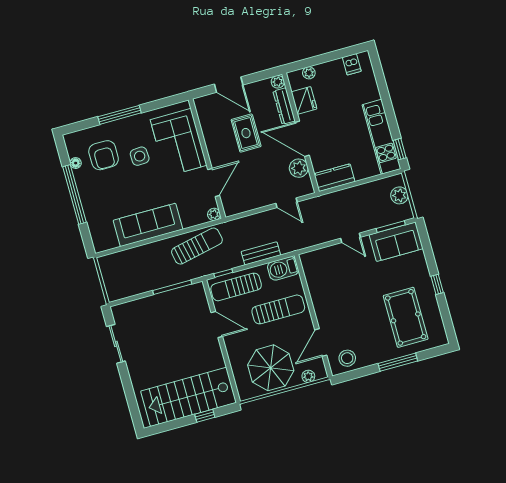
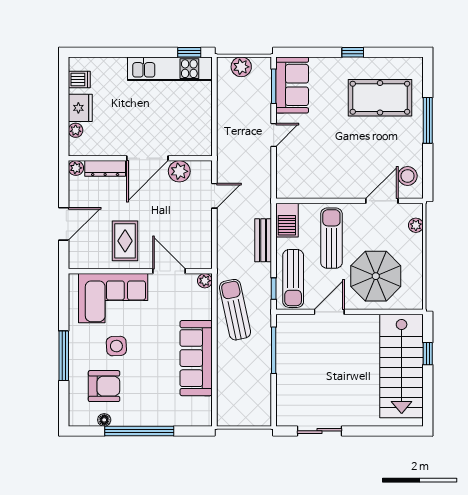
fridge: (304, 100) -> (80, 108), moved, turned 90
rug: (246, 133) -> (125, 241), moved, turned 90
kitchen counter: (334, 178) -> (201, 134), removed
door: (321, 343) -> (382, 201), swing flipped
parasol: (271, 368) -> (376, 276), moved

